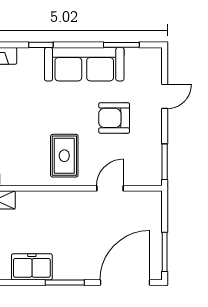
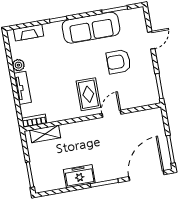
door: (110, 188) -> (111, 114), moved

